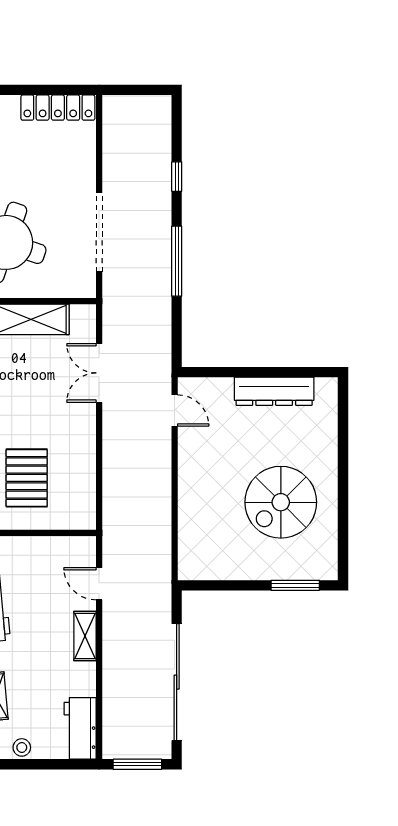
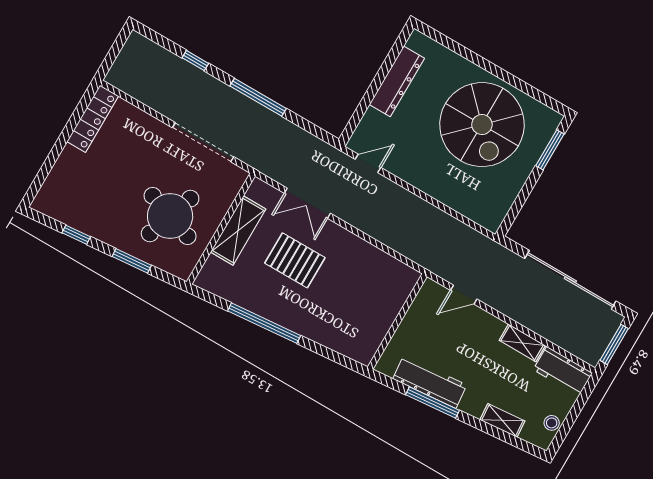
pallet: (27, 478) -> (295, 260), moved
spiral stairs: (281, 502) -> (482, 125), width x1.37, depth x1.37
shelving: (85, 636) -> (522, 343), moved

